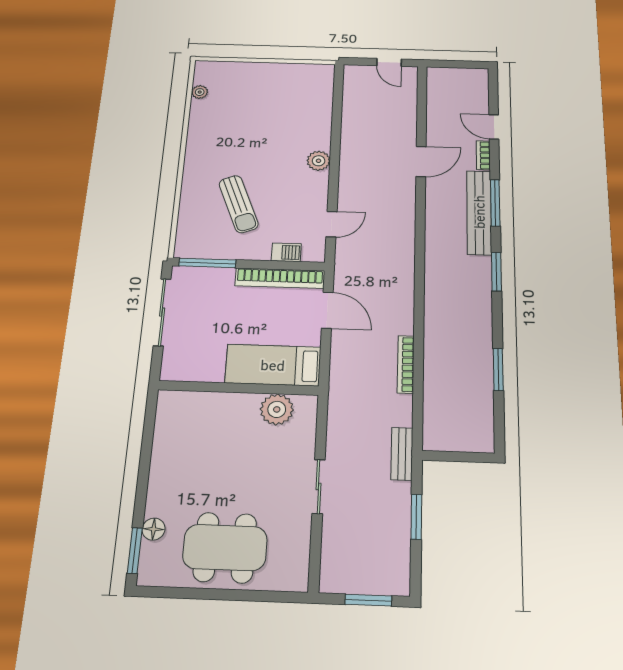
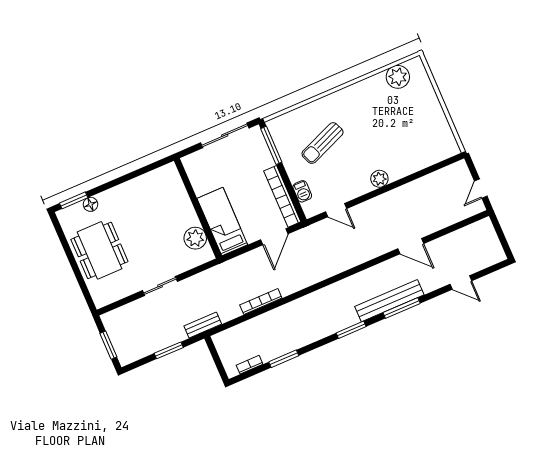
plant: (200, 92) -> (398, 77), width x1.88, depth x1.88
door: (494, 127) -> (461, 283), swing flipped
bookcase: (483, 155) -> (250, 365), moved

